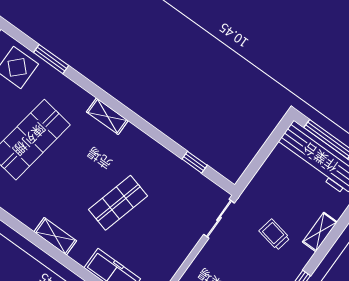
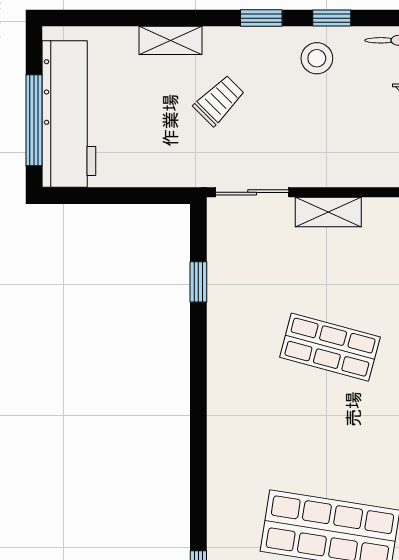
shelving: (107, 116) -> (328, 212), moved, turned 90
trolley: (274, 235) -> (219, 100), turned -146

